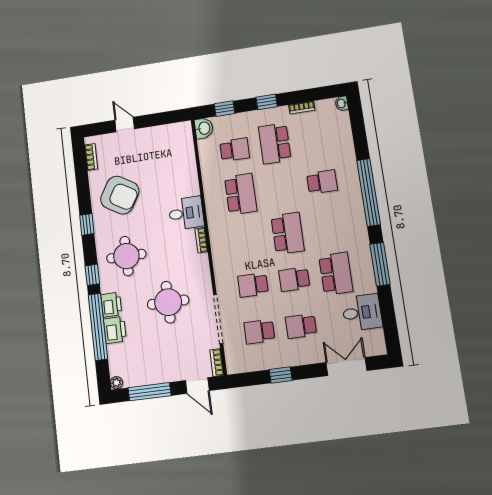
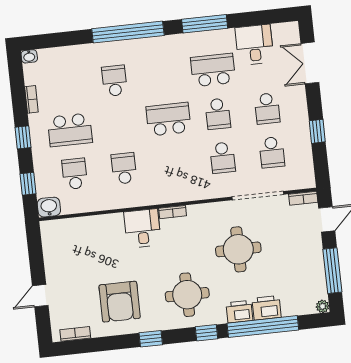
school desk: (241, 194) -> (124, 168), width x0.54
armchair: (120, 195) -> (120, 302), turned 149

